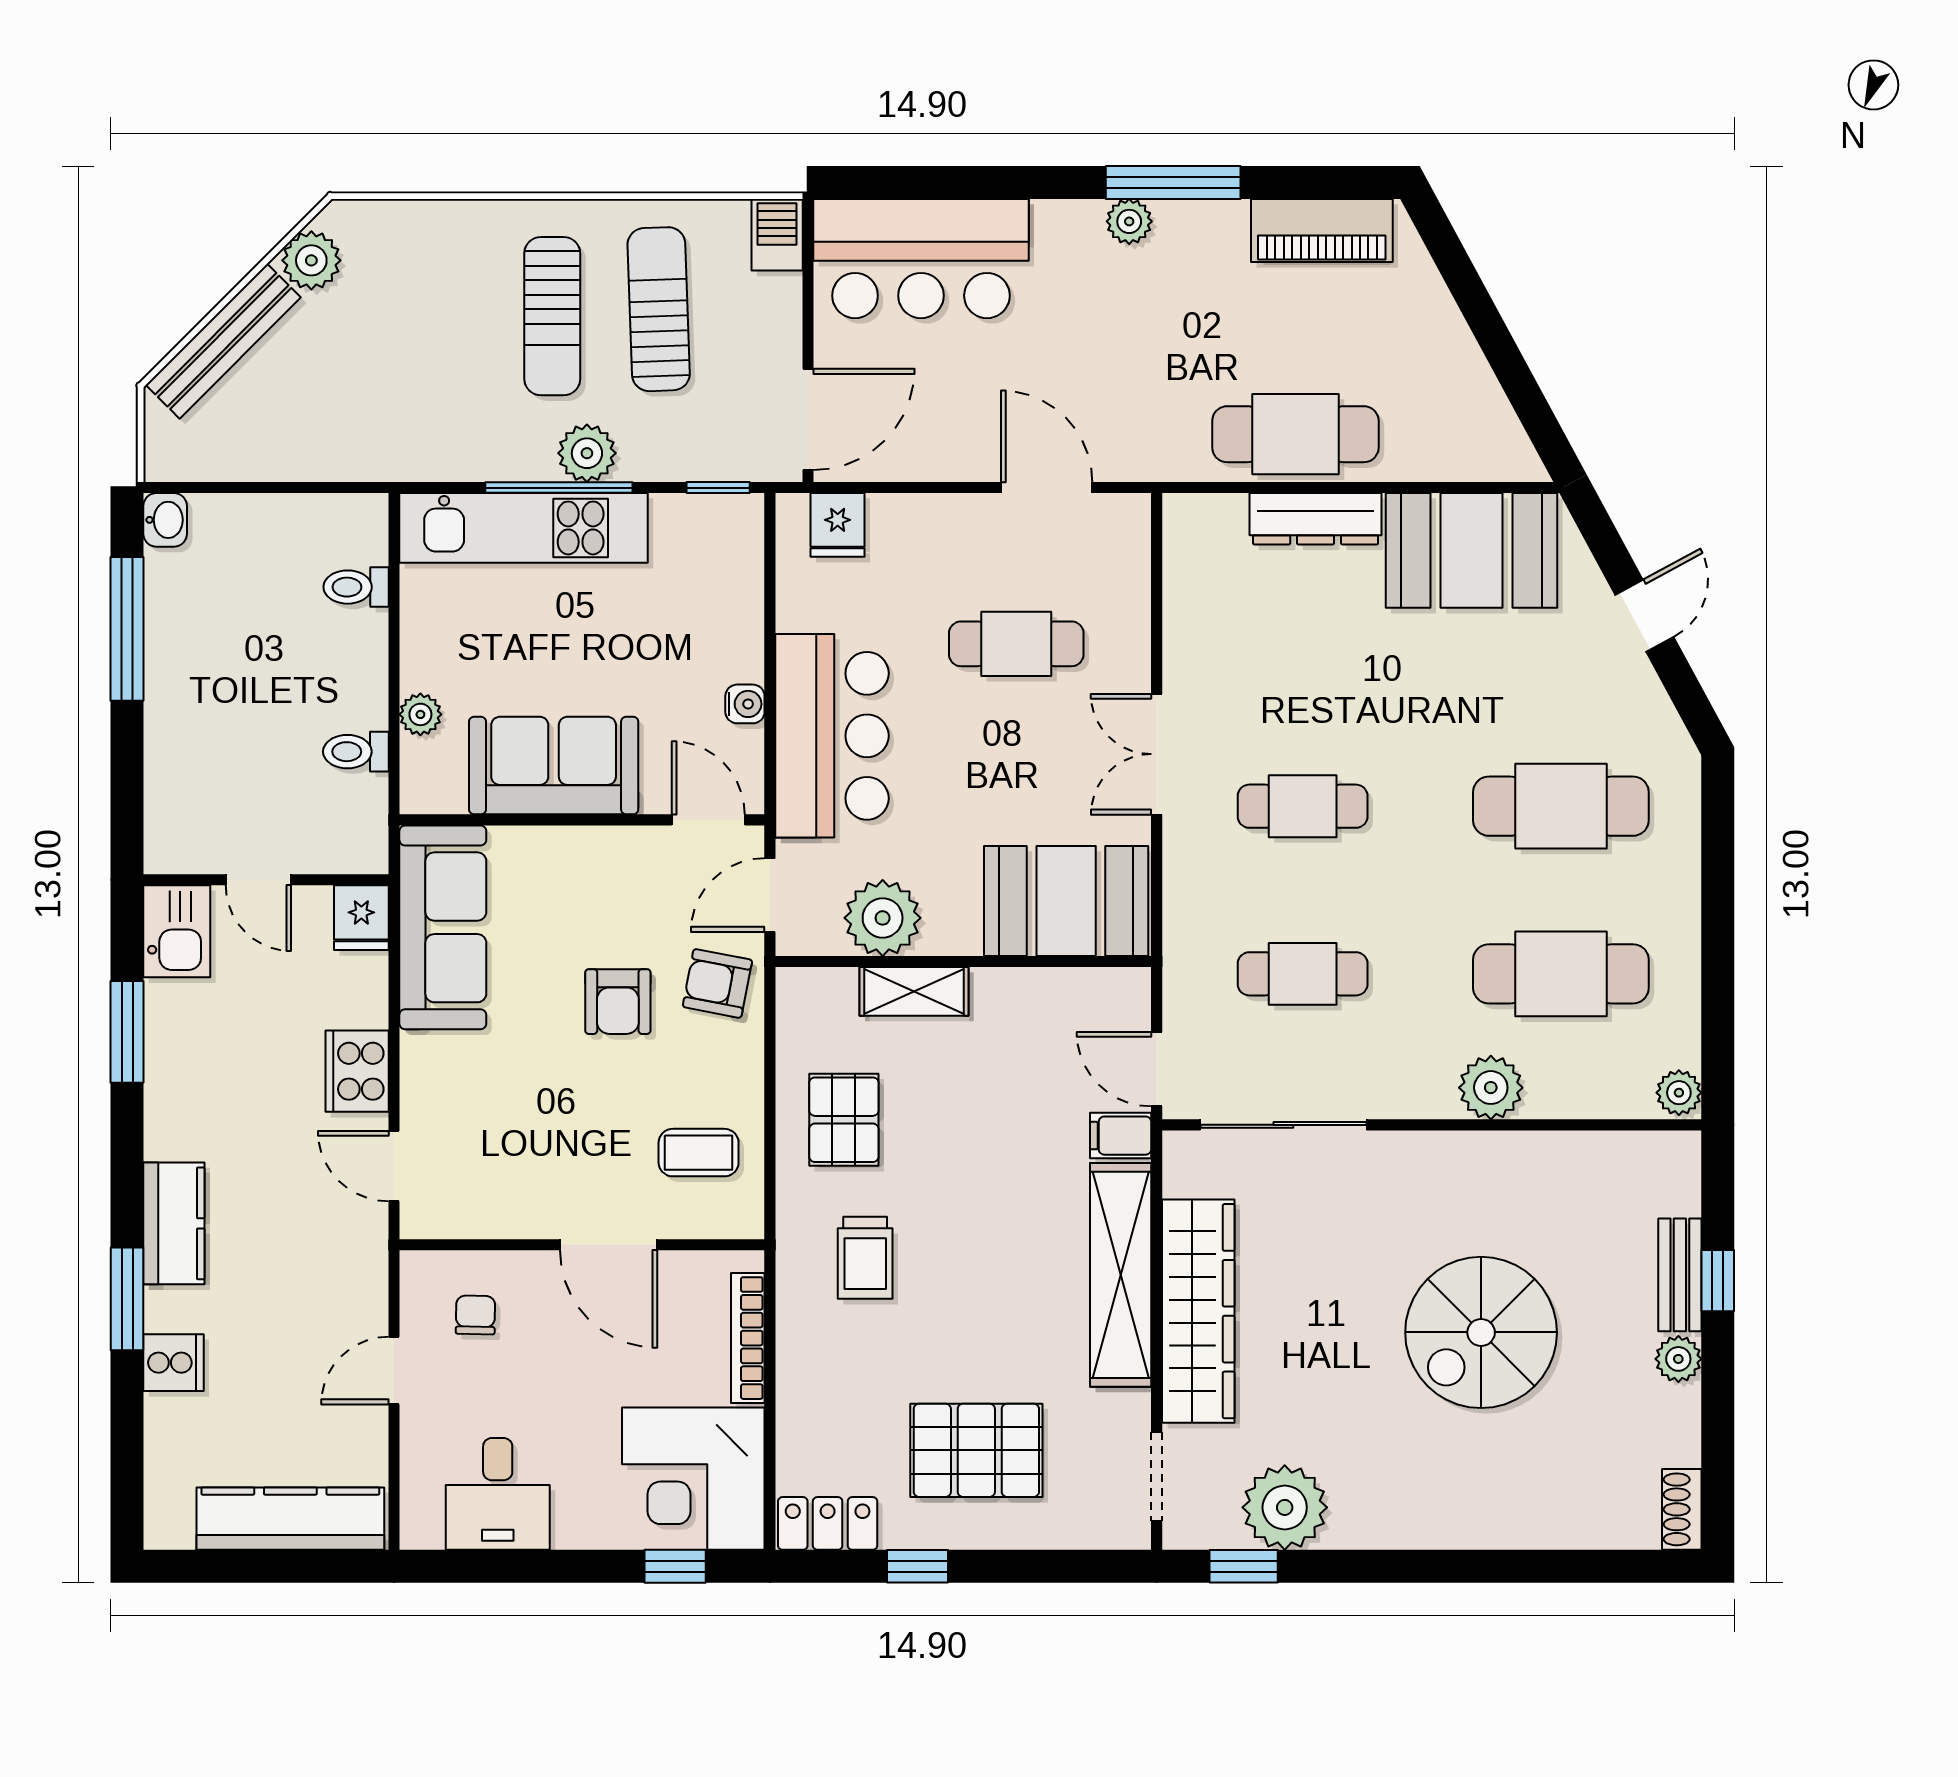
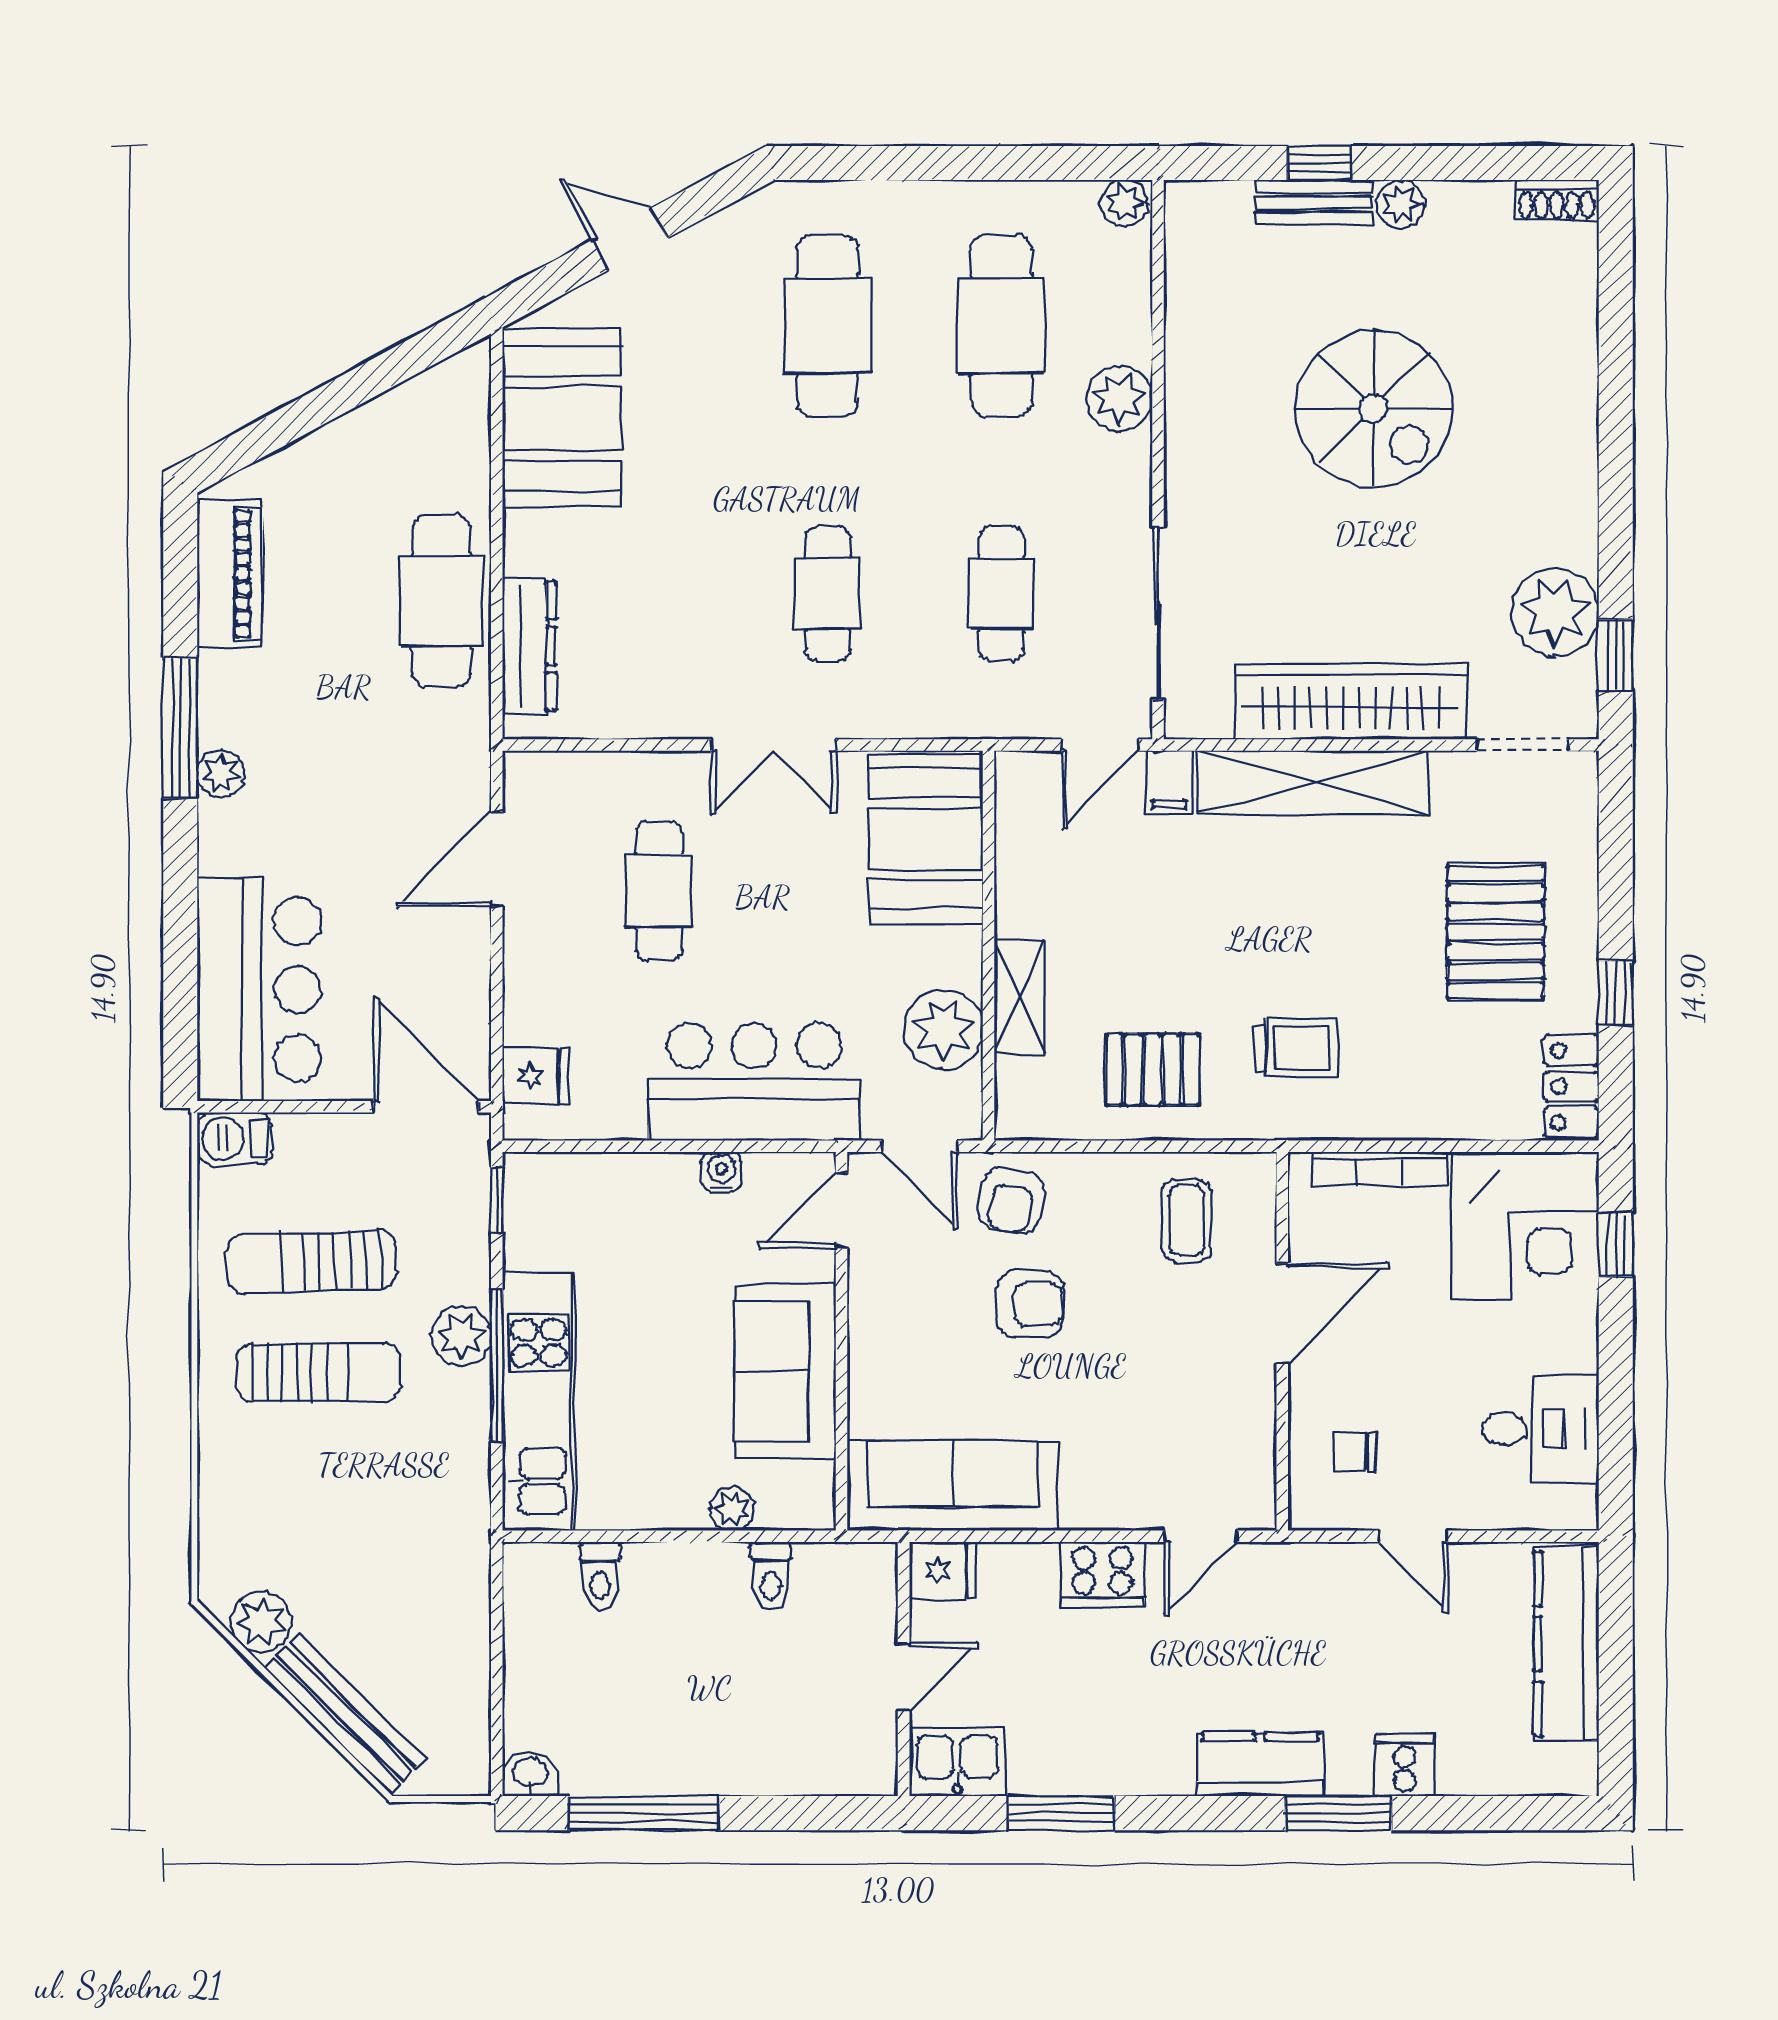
dresser: (1316, 519) -> (529, 646), moved

